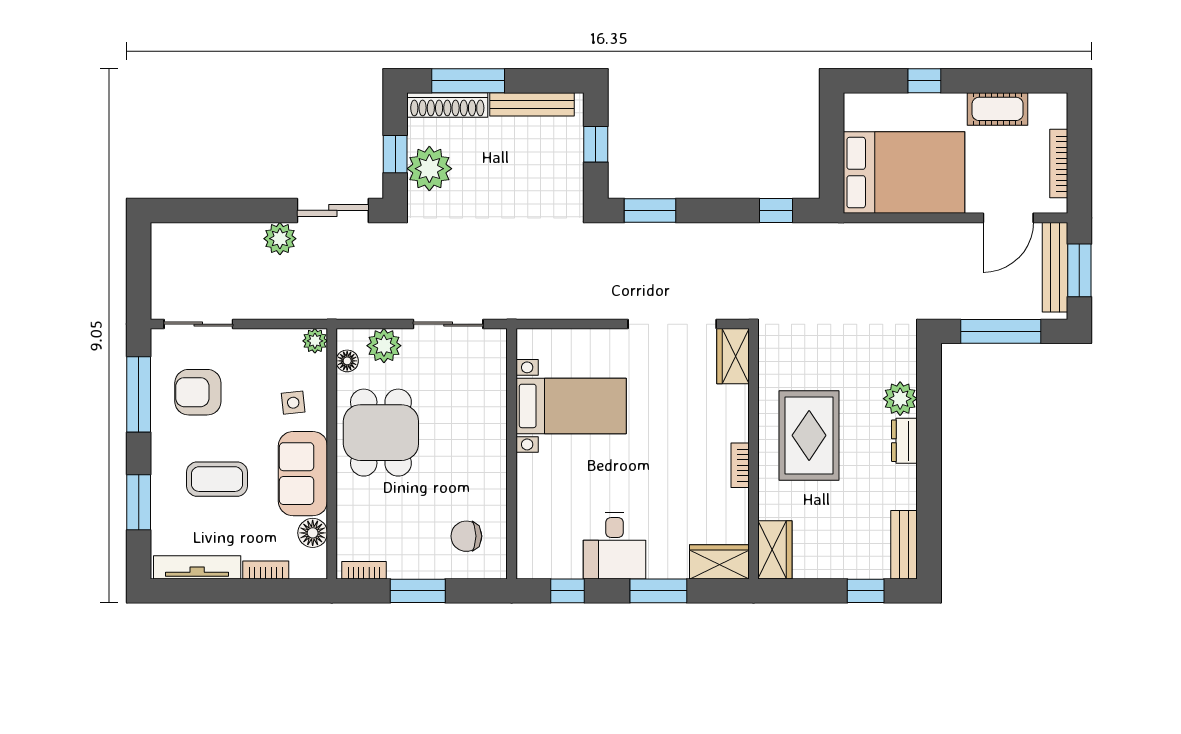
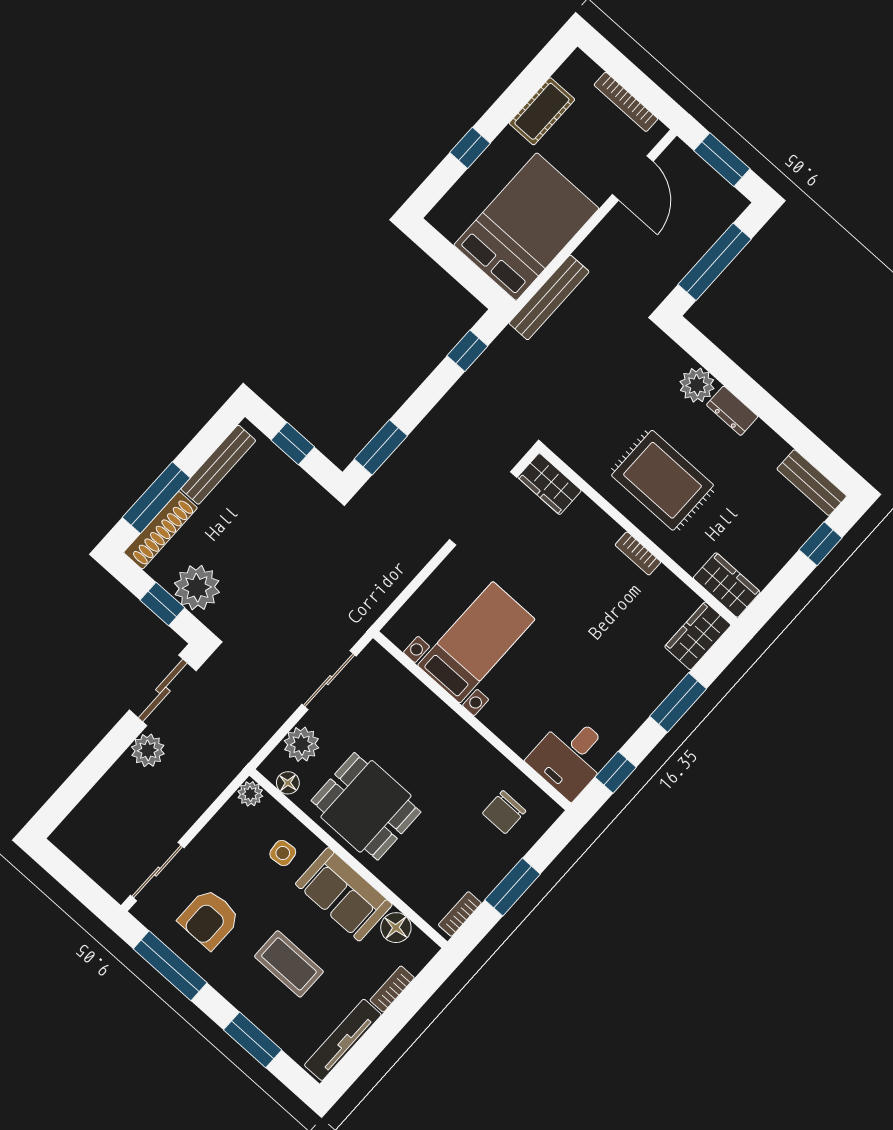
bench: (1055, 267) -> (549, 297), moved, turned 90
coffee table: (217, 479) -> (289, 964), turned 90
desk: (615, 546) -> (570, 756), moved, turned 90

